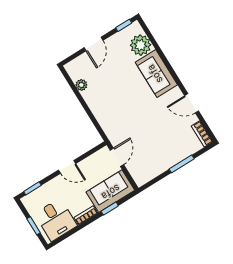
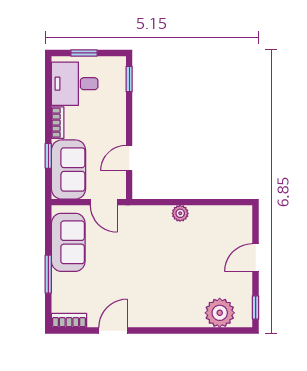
door: (93, 44) -> (256, 258), hinge flipped
sofa: (156, 73) -> (68, 242), moved, turned 90
plant: (81, 85) -> (180, 213), moved
door: (67, 167) -> (129, 158), moved

